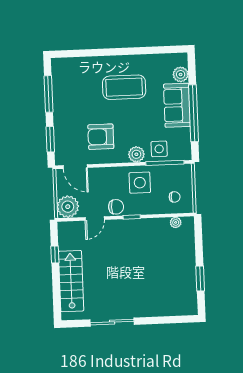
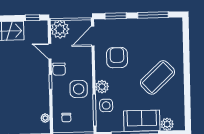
coffee table: (124, 87) -> (157, 77), turned 47
window: (55, 254) -> (32, 18), moved

